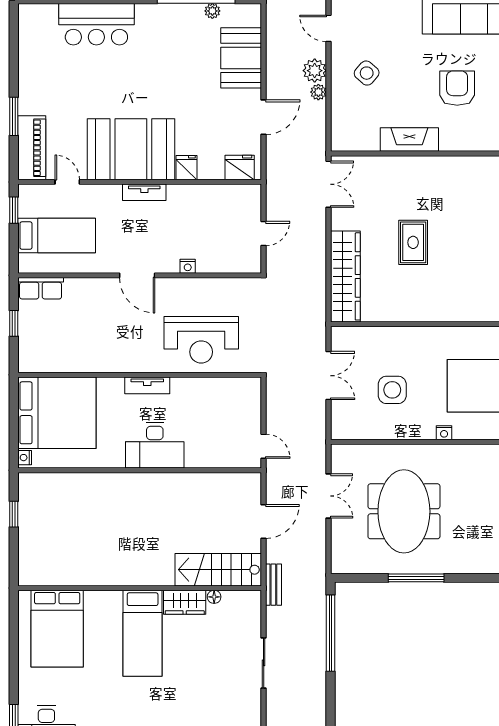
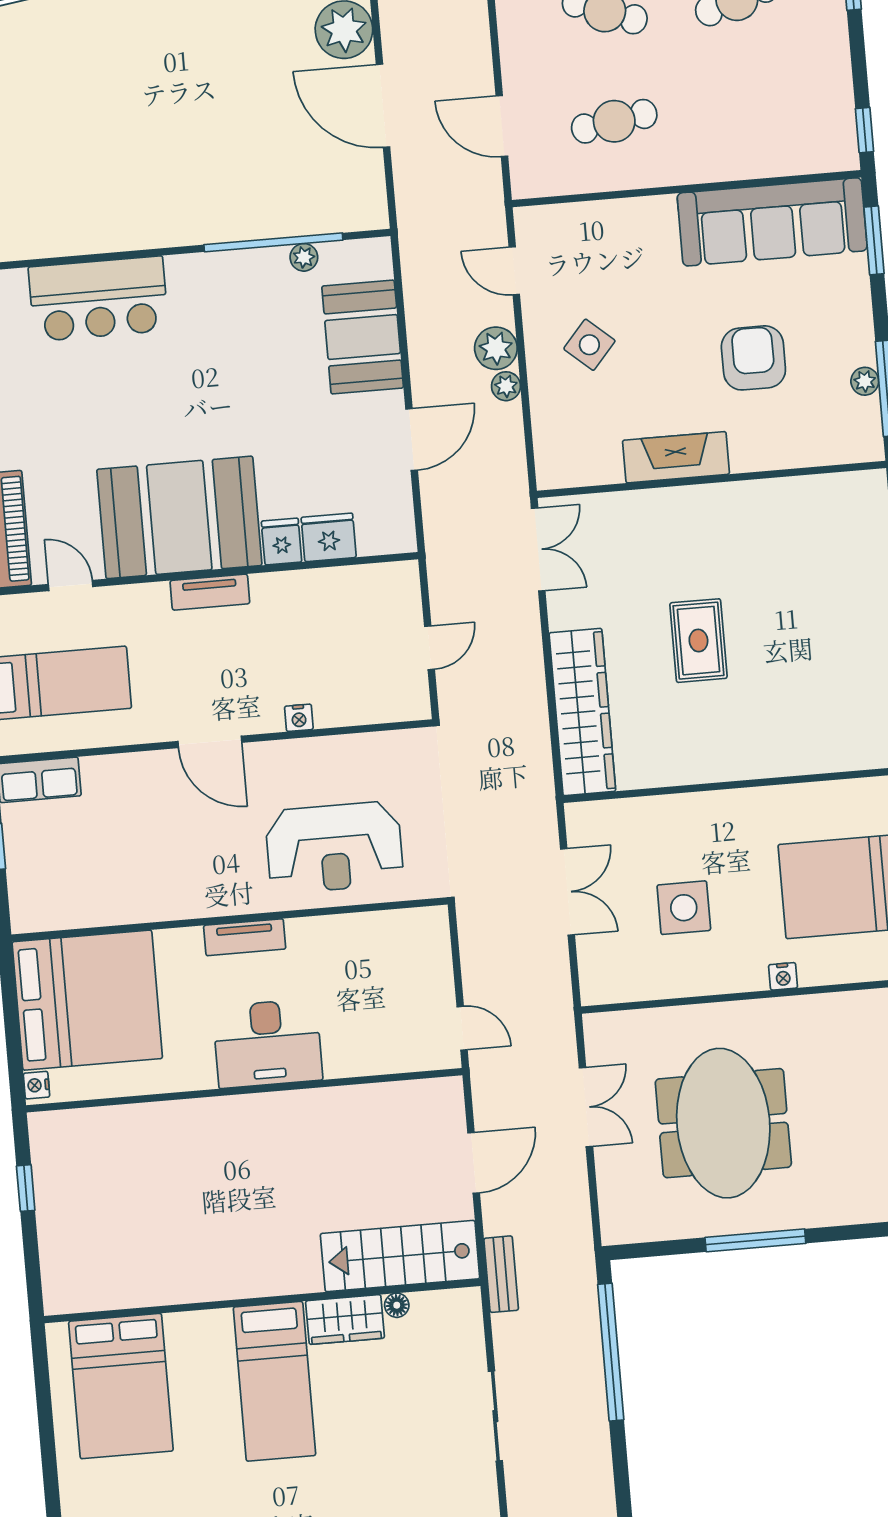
fridge: (240, 168) -> (329, 537), moved

